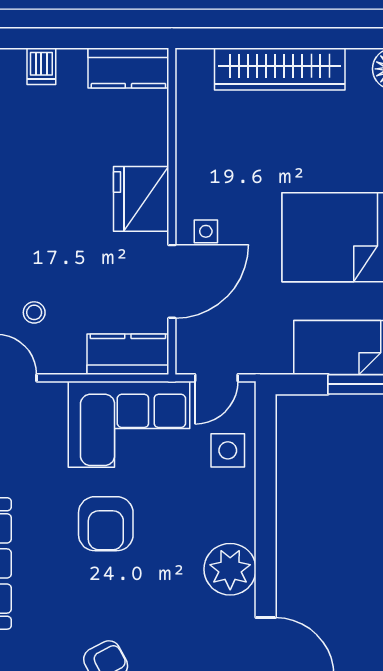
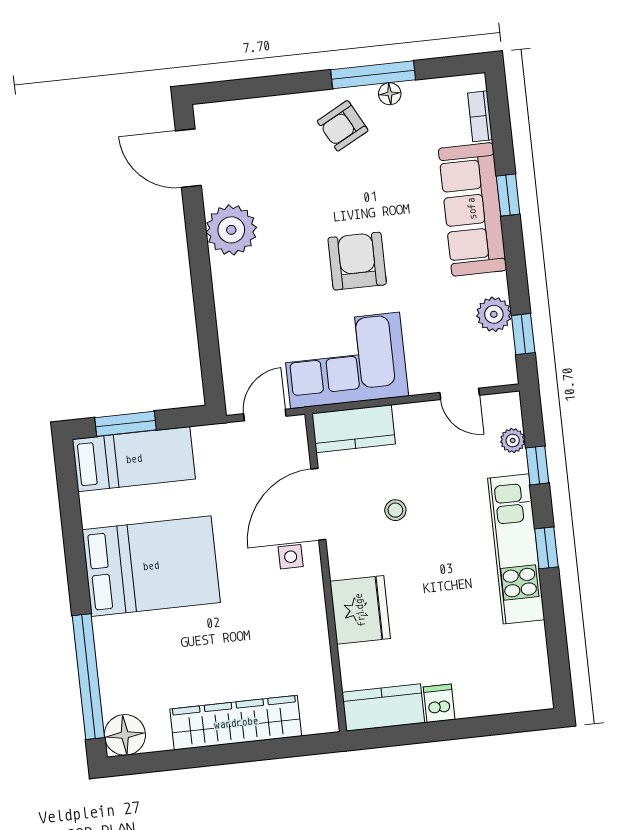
dishwasher: (41, 66) -> (439, 703), moved
fridge: (141, 199) -> (360, 610), moved
stool: (34, 312) -> (395, 510), moved
side table: (228, 450) -> (246, 345), removed

